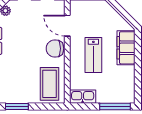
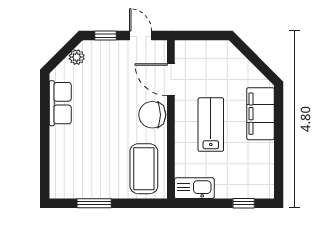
lab bench: (93, 55) -> (211, 125), turned 180
window: (115, 107) -> (244, 203), width x0.46

